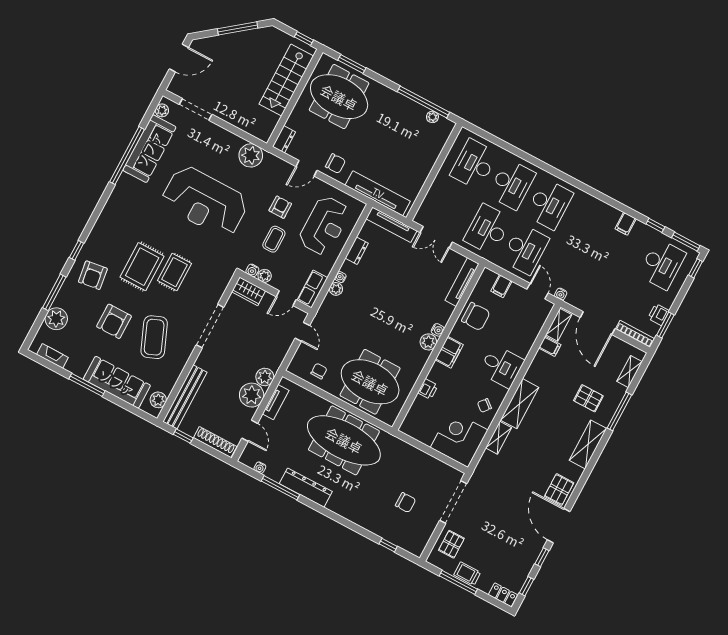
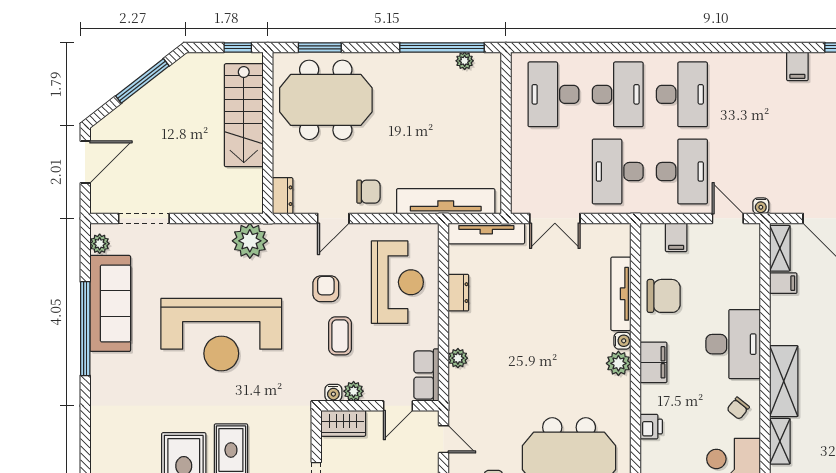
water cooler: (340, 277) -> (455, 339), removed
tv unit: (462, 282) -> (621, 294), moved
desk: (501, 366) -> (733, 344), width x1.37

